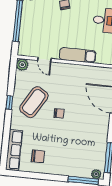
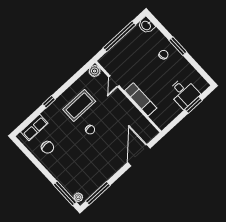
window: (10, 102) -> (49, 102), moved
coffee table: (34, 102) -> (79, 105), turned -31
row of seats: (14, 150) -> (34, 128), width x0.68

